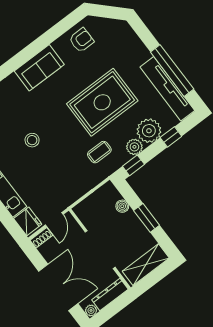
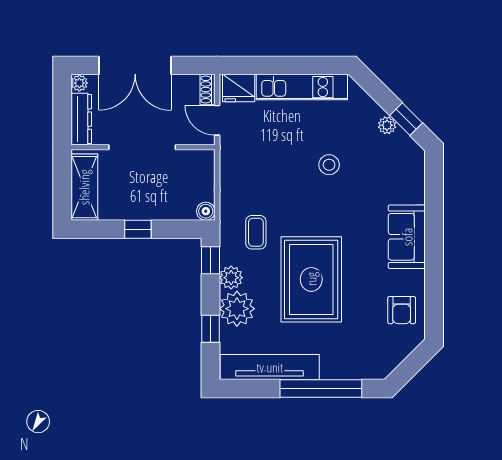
window: (172, 71) -> (321, 389), moved
boiler: (122, 206) -> (206, 211), moved
window: (147, 218) -> (138, 229), width x0.67

